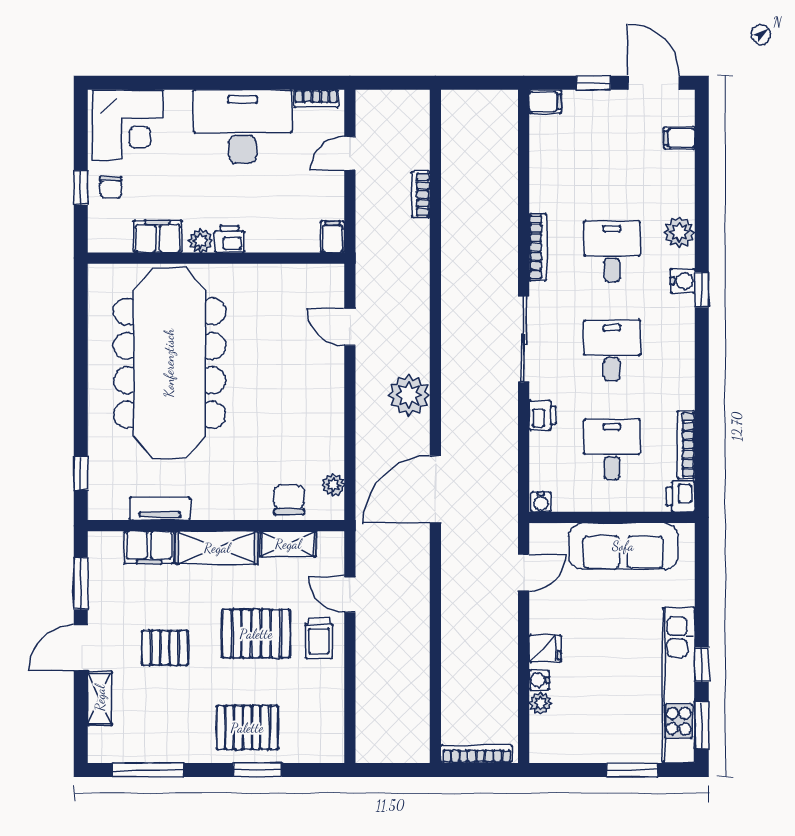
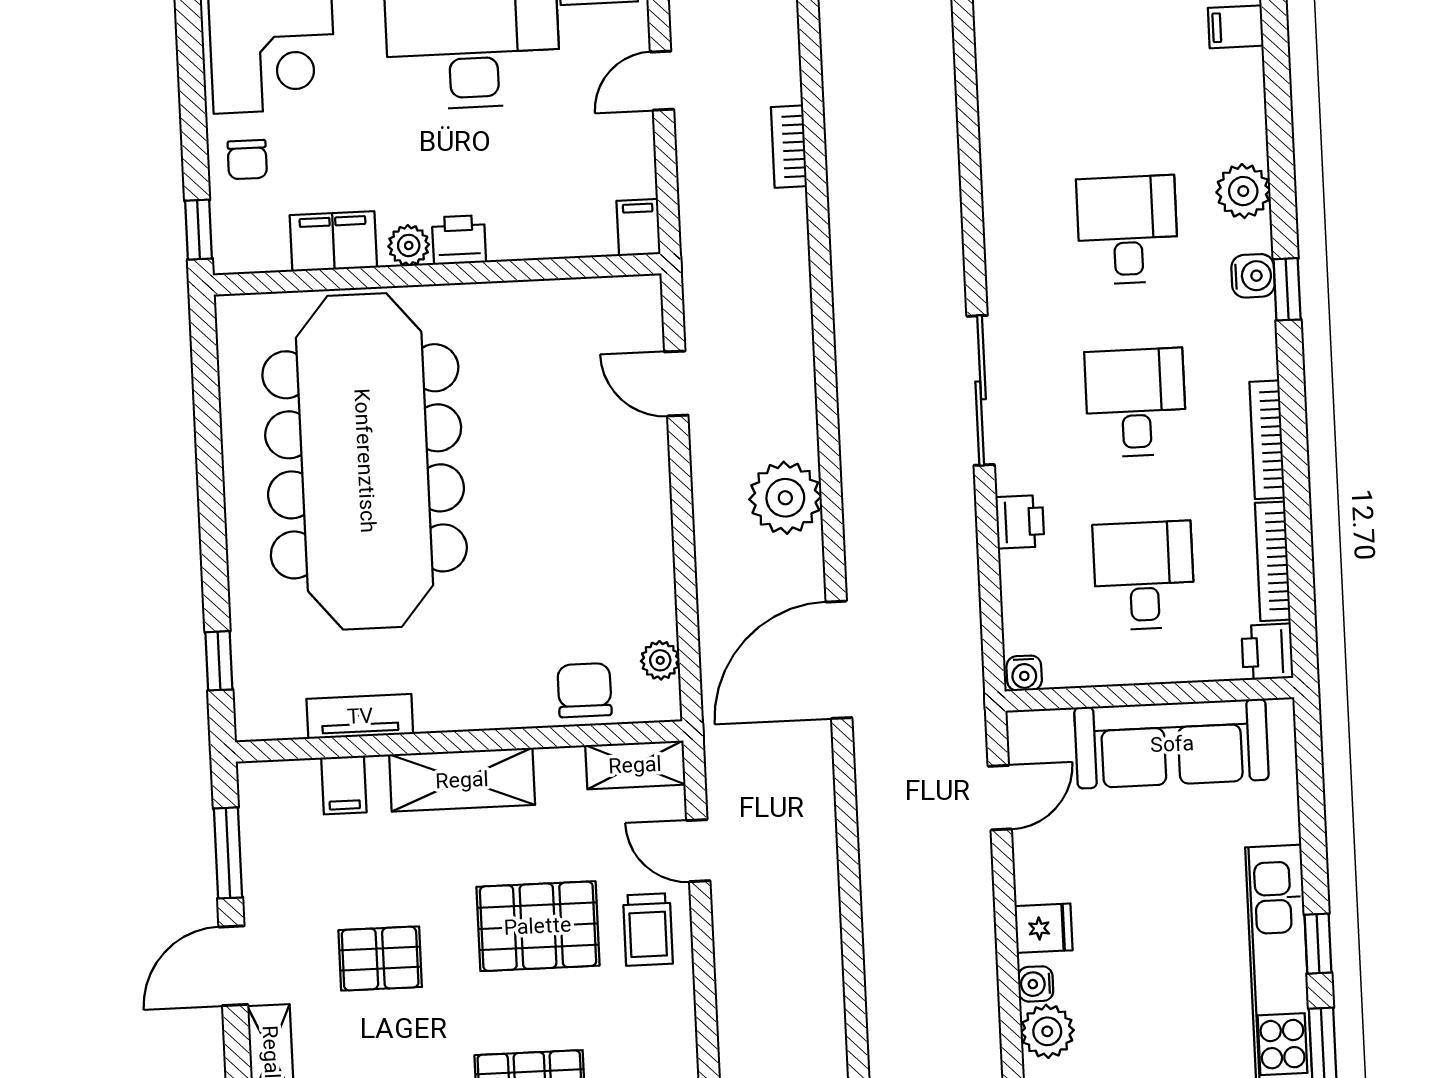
window: (81, 188) -> (199, 230), moved
bookcase: (538, 247) -> (1267, 440), moved, turned 180
shelving: (288, 544) -> (635, 765), moved
filing cabinet: (149, 548) -> (344, 785), width x0.50
plant: (540, 703) -> (1047, 1031), width x1.38, depth x1.38

